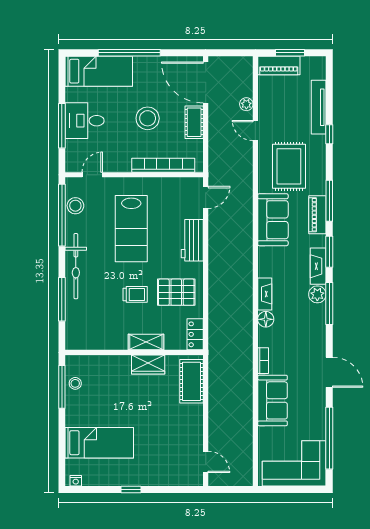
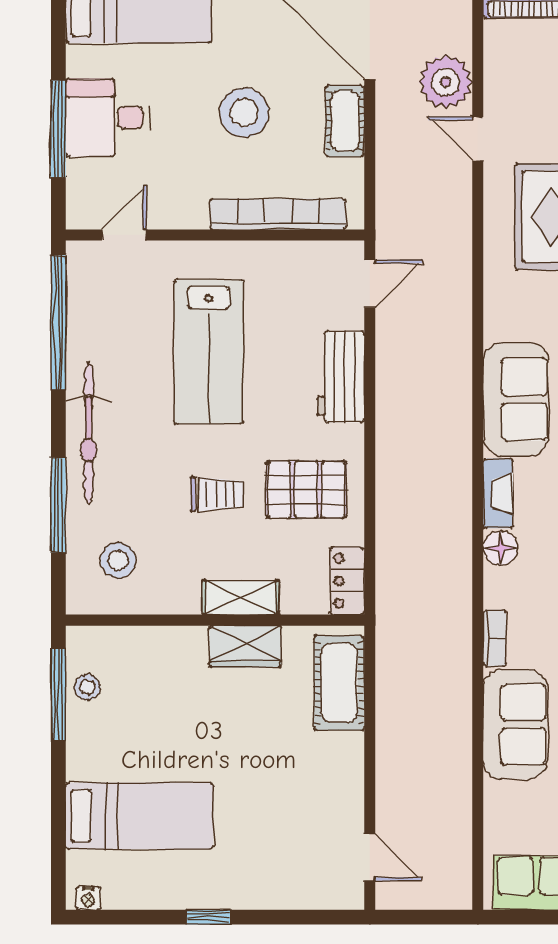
plant: (246, 104) -> (446, 82), width x1.87, depth x1.87
stool: (75, 206) -> (118, 560), moved
sofa: (273, 220) -> (516, 399), moved

